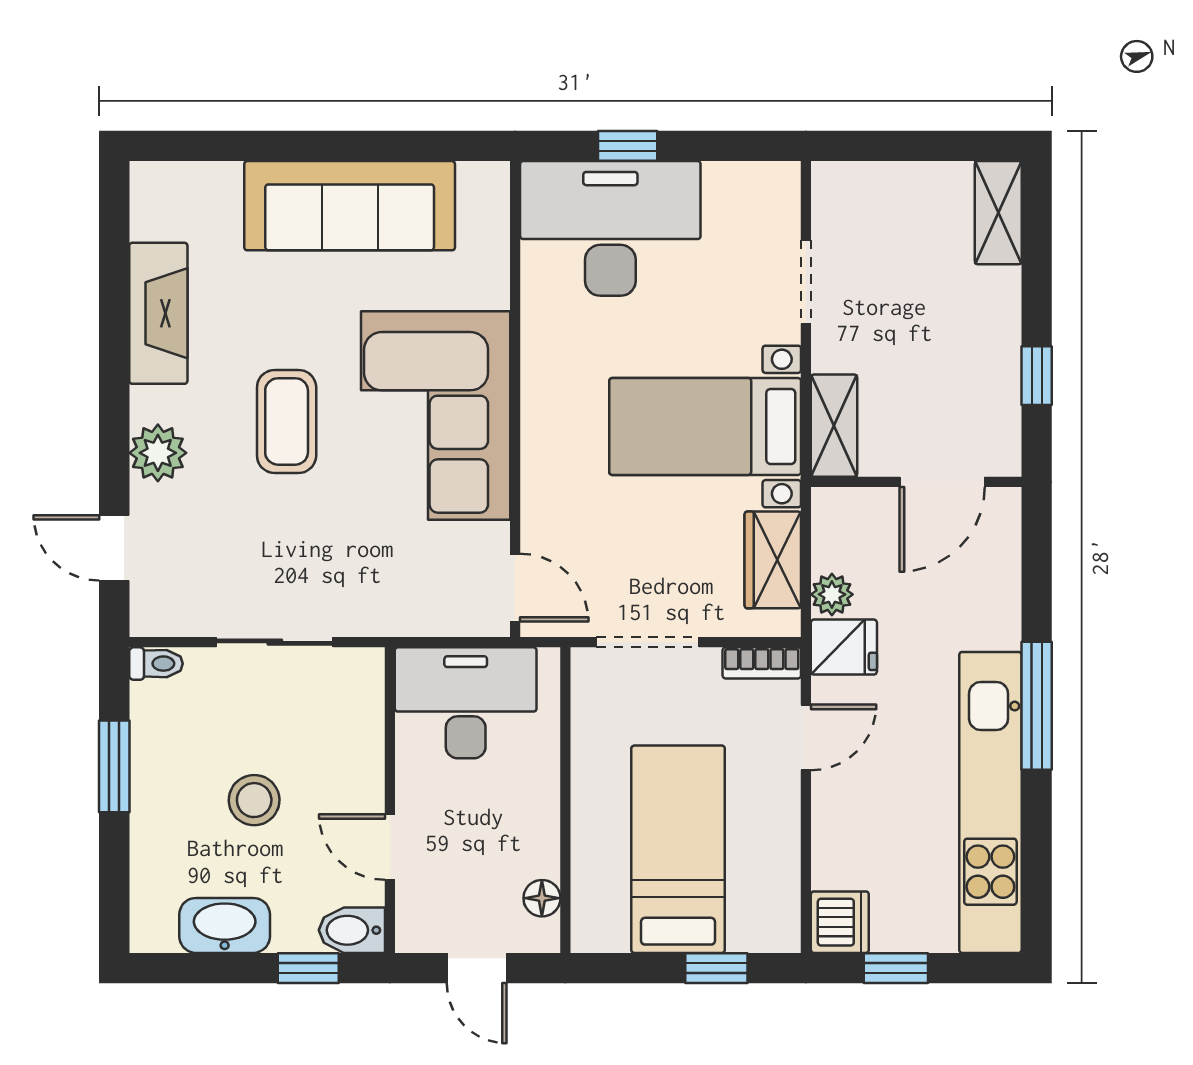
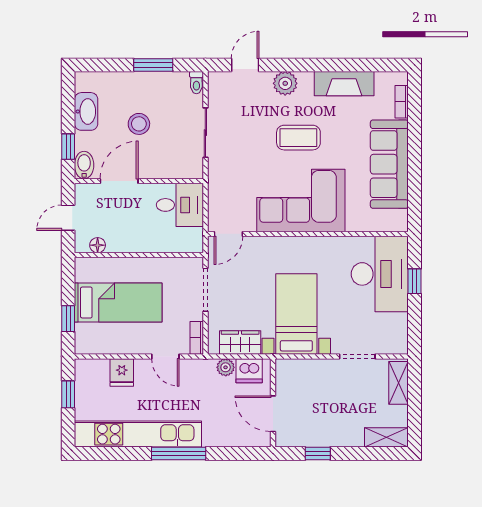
bookcase: (202, 177) -> (402, 102), added
shelving: (834, 426) -> (398, 383), moved, turned 90
fridge: (844, 647) -> (122, 372), moved
desk: (466, 703) -> (180, 205), width x0.73
door: (390, 847) -> (119, 181), width x1.38
dishwasher: (840, 922) -> (249, 371), moved

